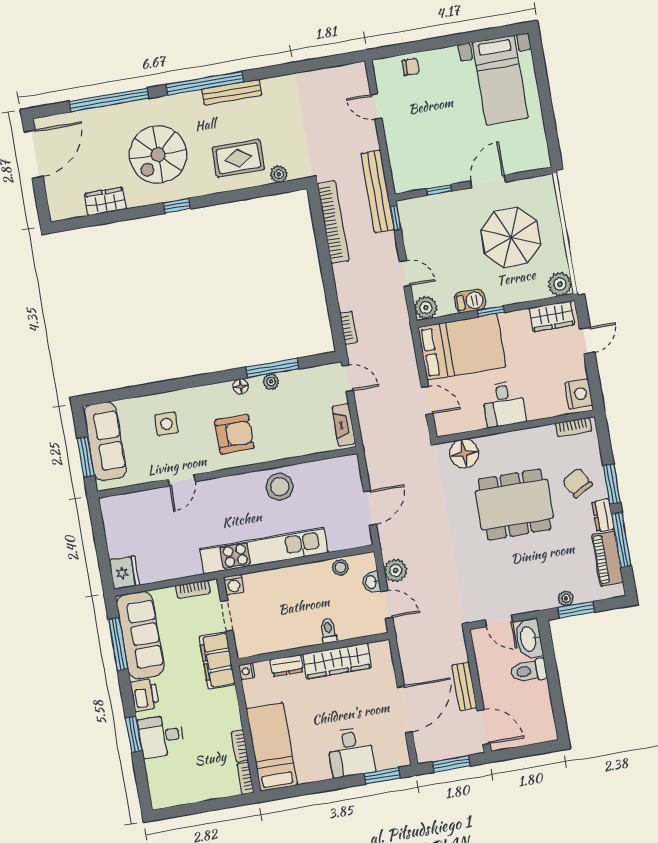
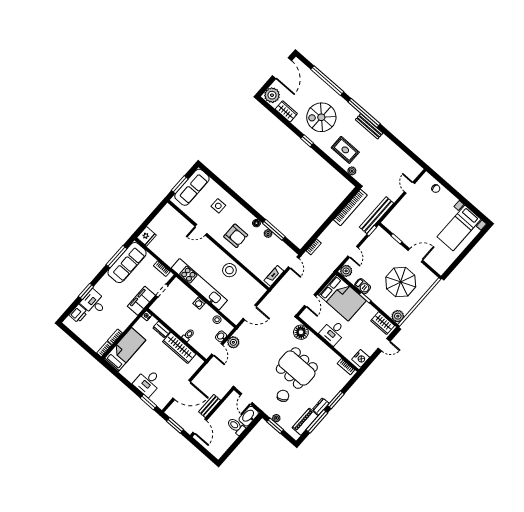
door: (34, 154) -> (282, 68), hinge flipped
plant: (63, 203) -> (272, 95), added
chair: (577, 483) -> (283, 396), moved
washing machine: (234, 585) -> (199, 303), moved
printer: (145, 695) -> (78, 314), moved

